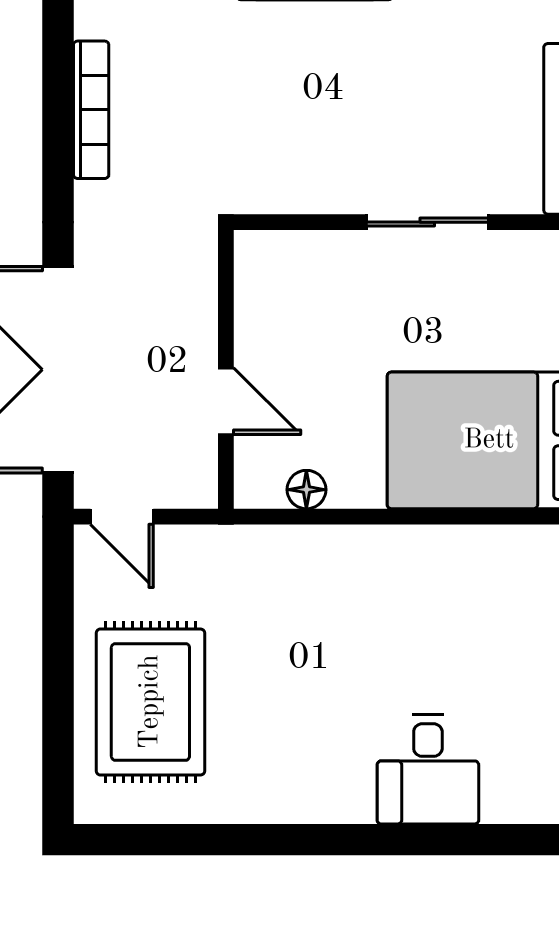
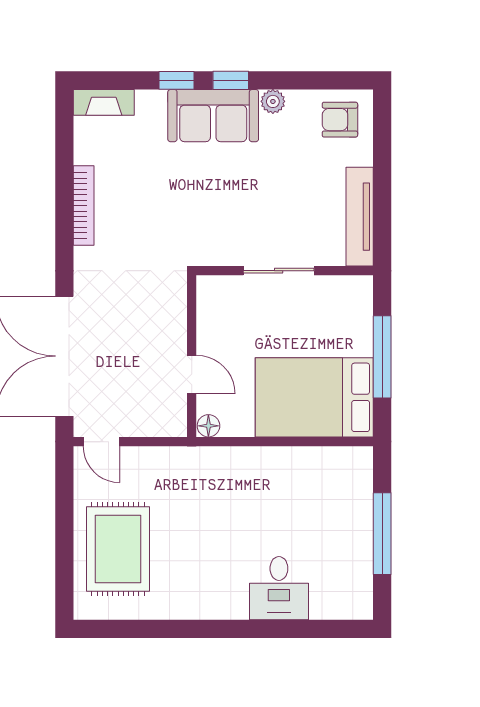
wall: (226, 369) -> (192, 356), moved
door: (226, 401) -> (192, 375), moved

